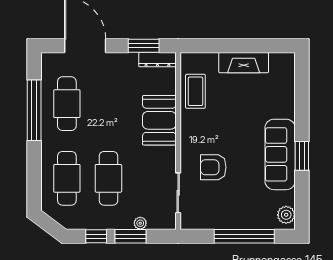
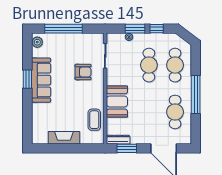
window: (34, 110) -> (196, 95), moved

